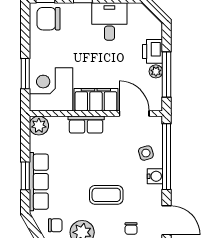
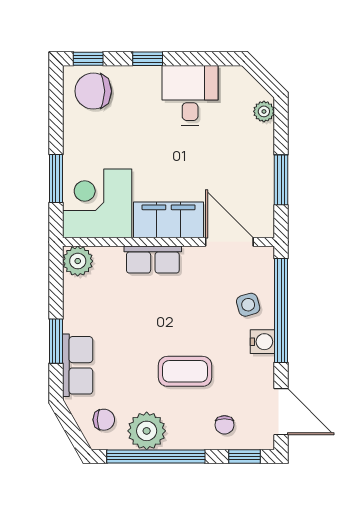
printer: (153, 51) -> (259, 143), removed
plant: (156, 71) -> (264, 111), moved
window: (167, 75) -> (281, 180), width x0.69
row of seats: (39, 182) -> (78, 365), width x0.68

